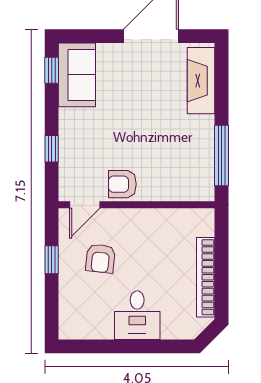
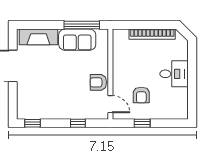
sofa: (77, 75) -> (77, 40), moved, turned 180
armchair: (122, 184) -> (98, 82), turned 90
armchair: (101, 258) -> (141, 95), turned 84

